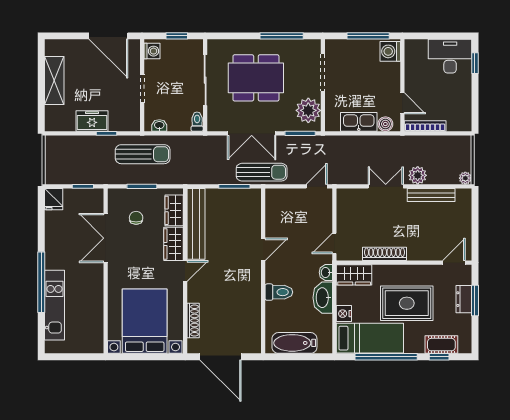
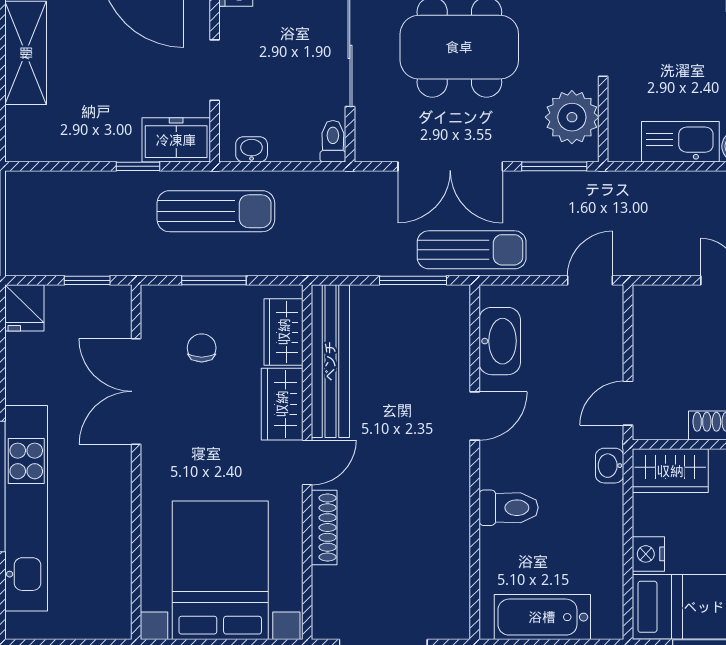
freezer: (92, 121) -> (176, 140), moved
washbasin: (323, 298) -> (500, 341), moved, turned 180
kitchen unit: (54, 305) -> (26, 508), width x1.36
shoe rack: (193, 320) -> (324, 527), moved

